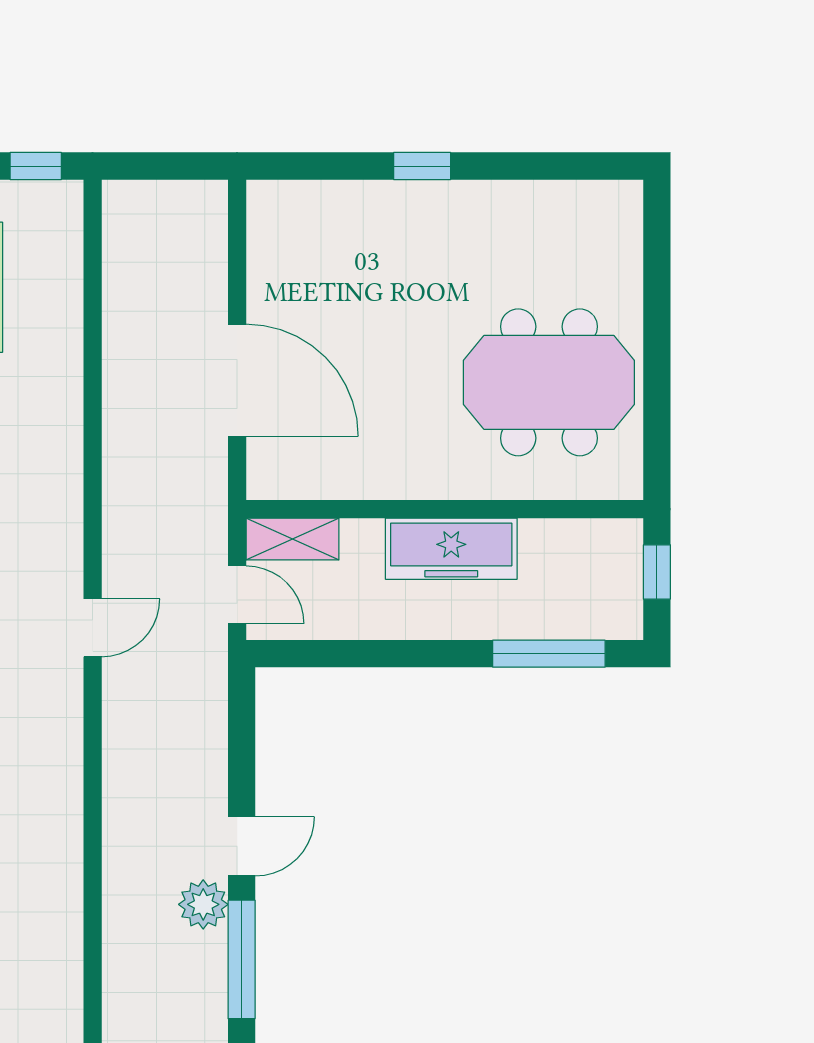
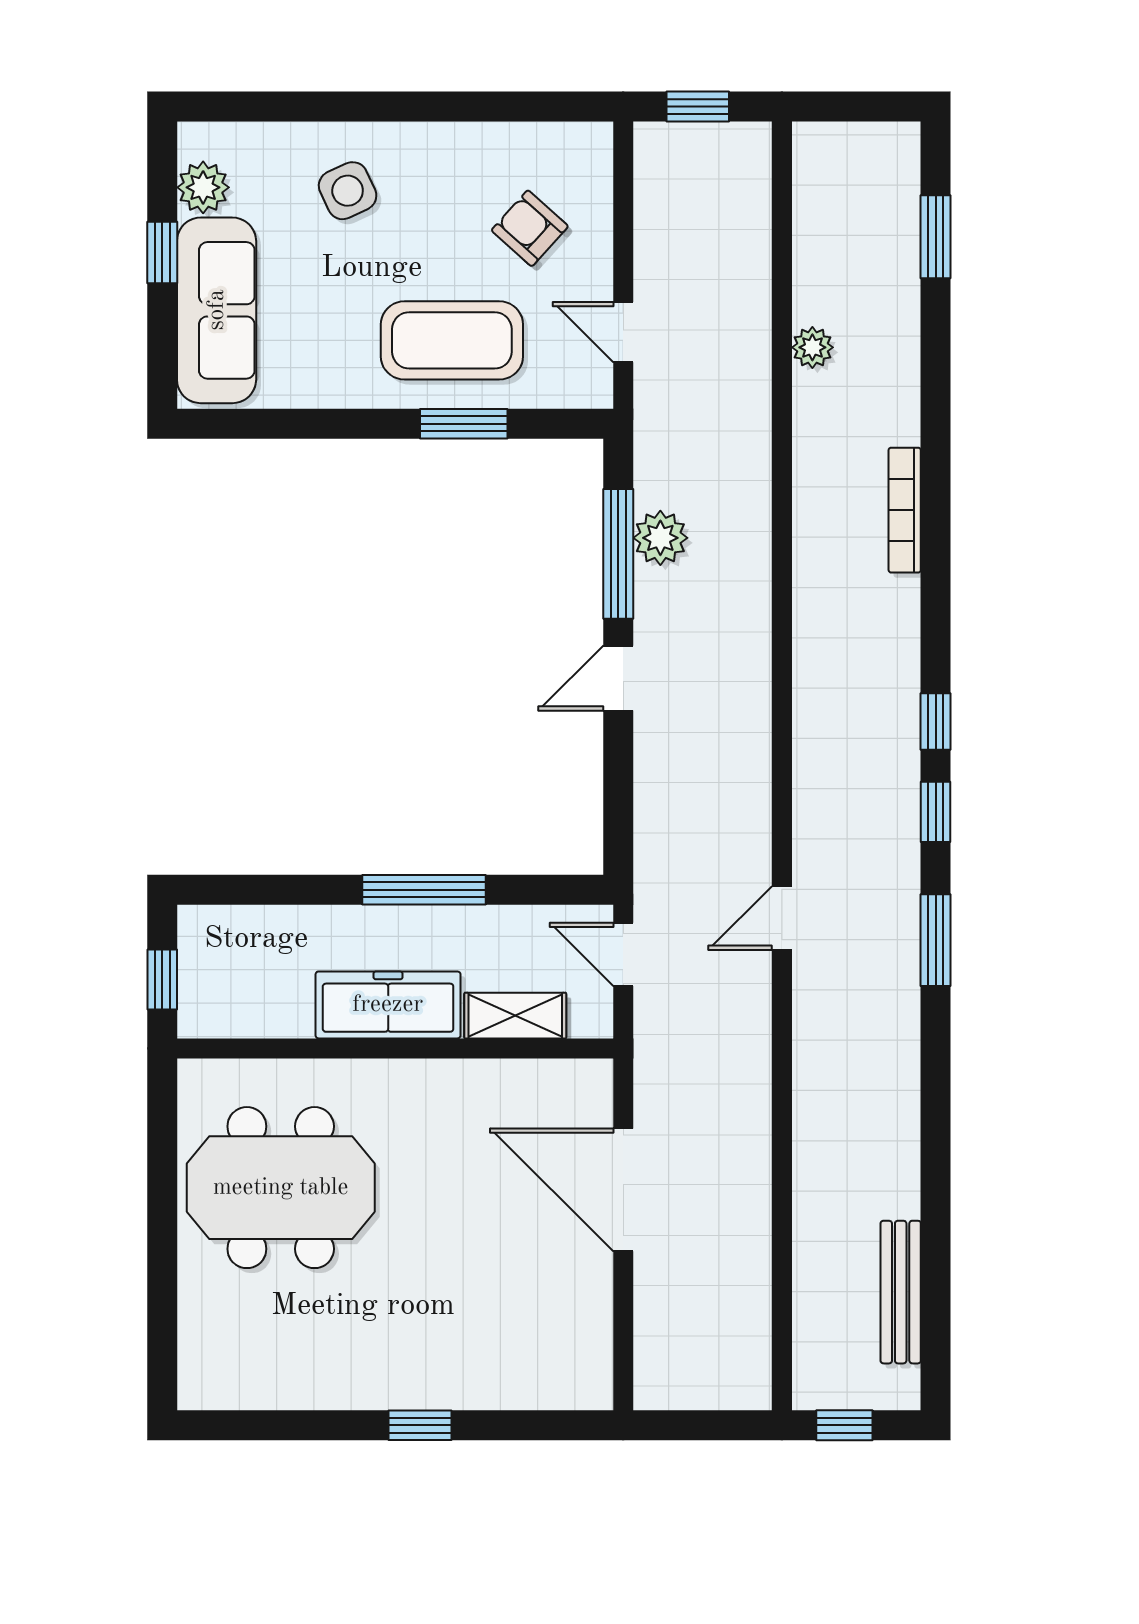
shelving: (292, 539) -> (515, 1016), moved
window: (549, 654) -> (424, 890), moved
plant: (203, 904) -> (660, 538), moved

